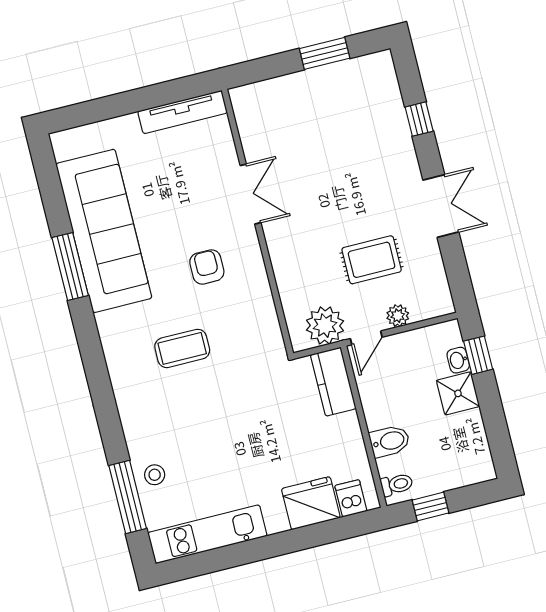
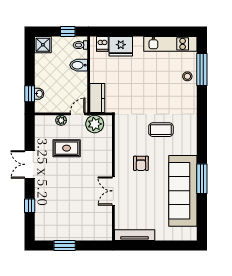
shower: (458, 393) -> (43, 45), moved

